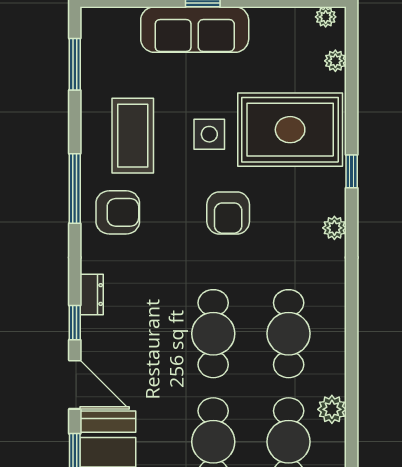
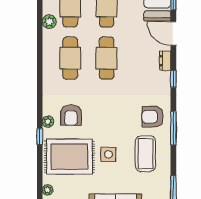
armchair: (228, 213) -> (71, 115), moved, turned 180
plant: (334, 228) -> (48, 122), moved
dresser: (92, 295) -> (165, 61), moved
window: (75, 323) -> (173, 79), moved

